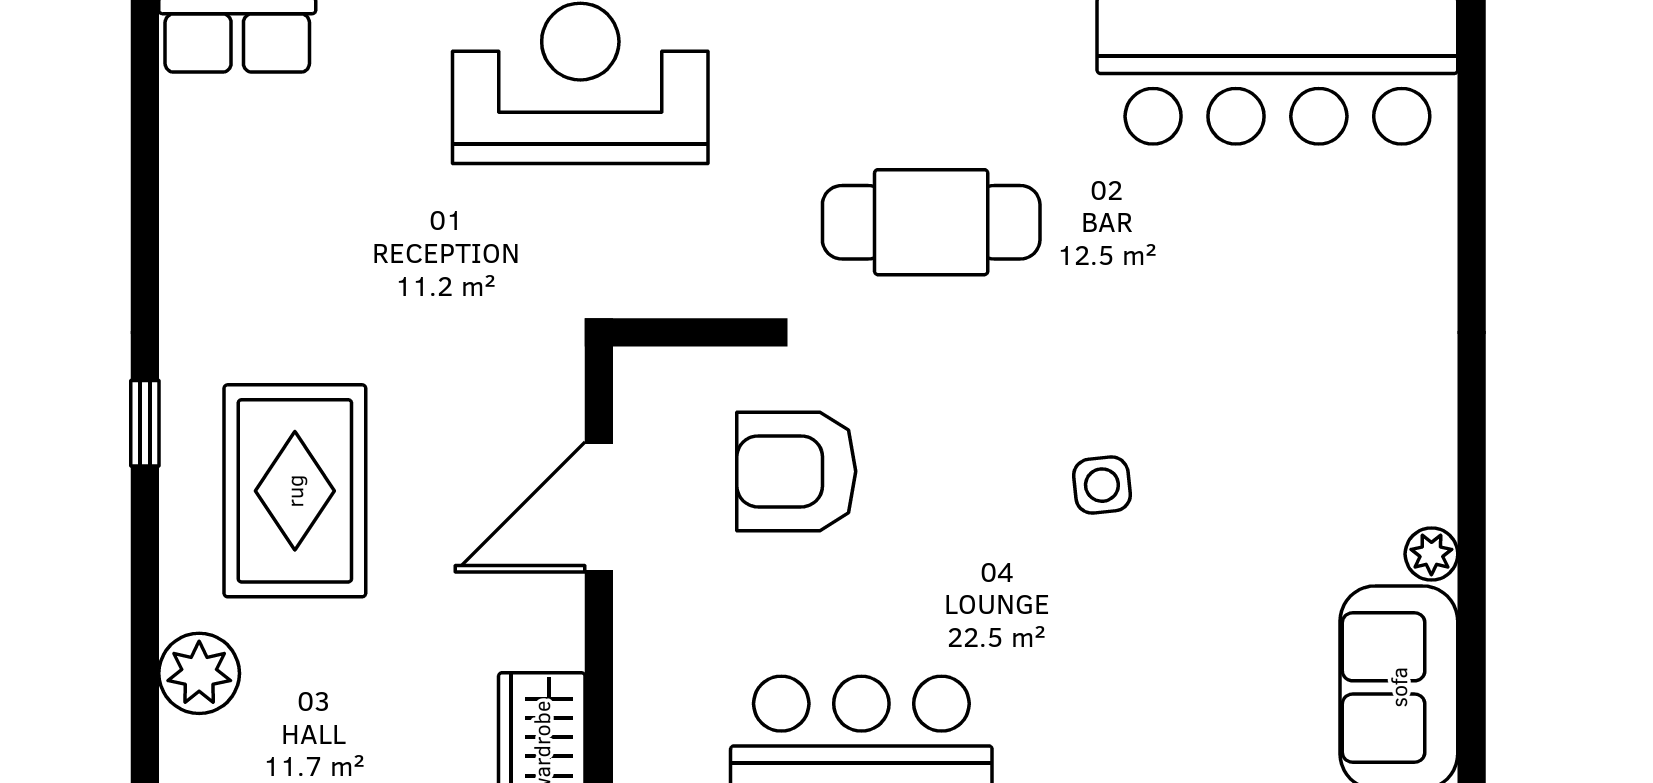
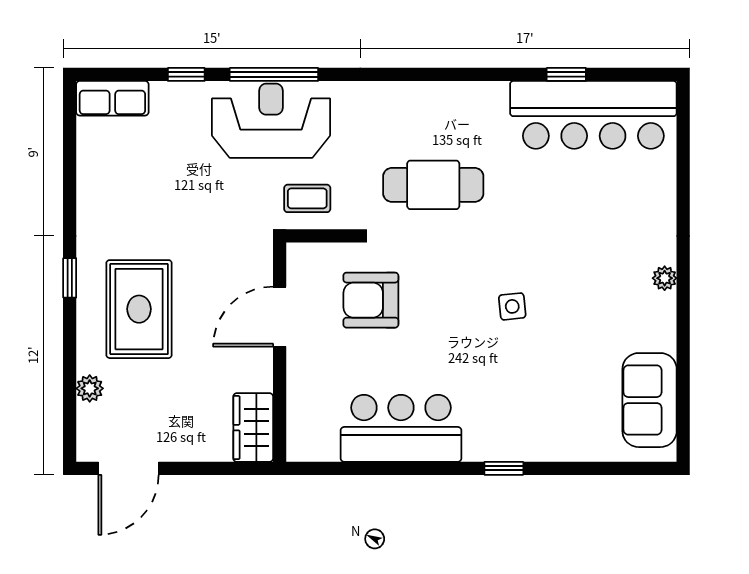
coffee table: (659, 251) -> (307, 198), added
plant: (1431, 554) -> (665, 278), moved
plant: (199, 673) -> (90, 388), width x0.73, depth x0.73

